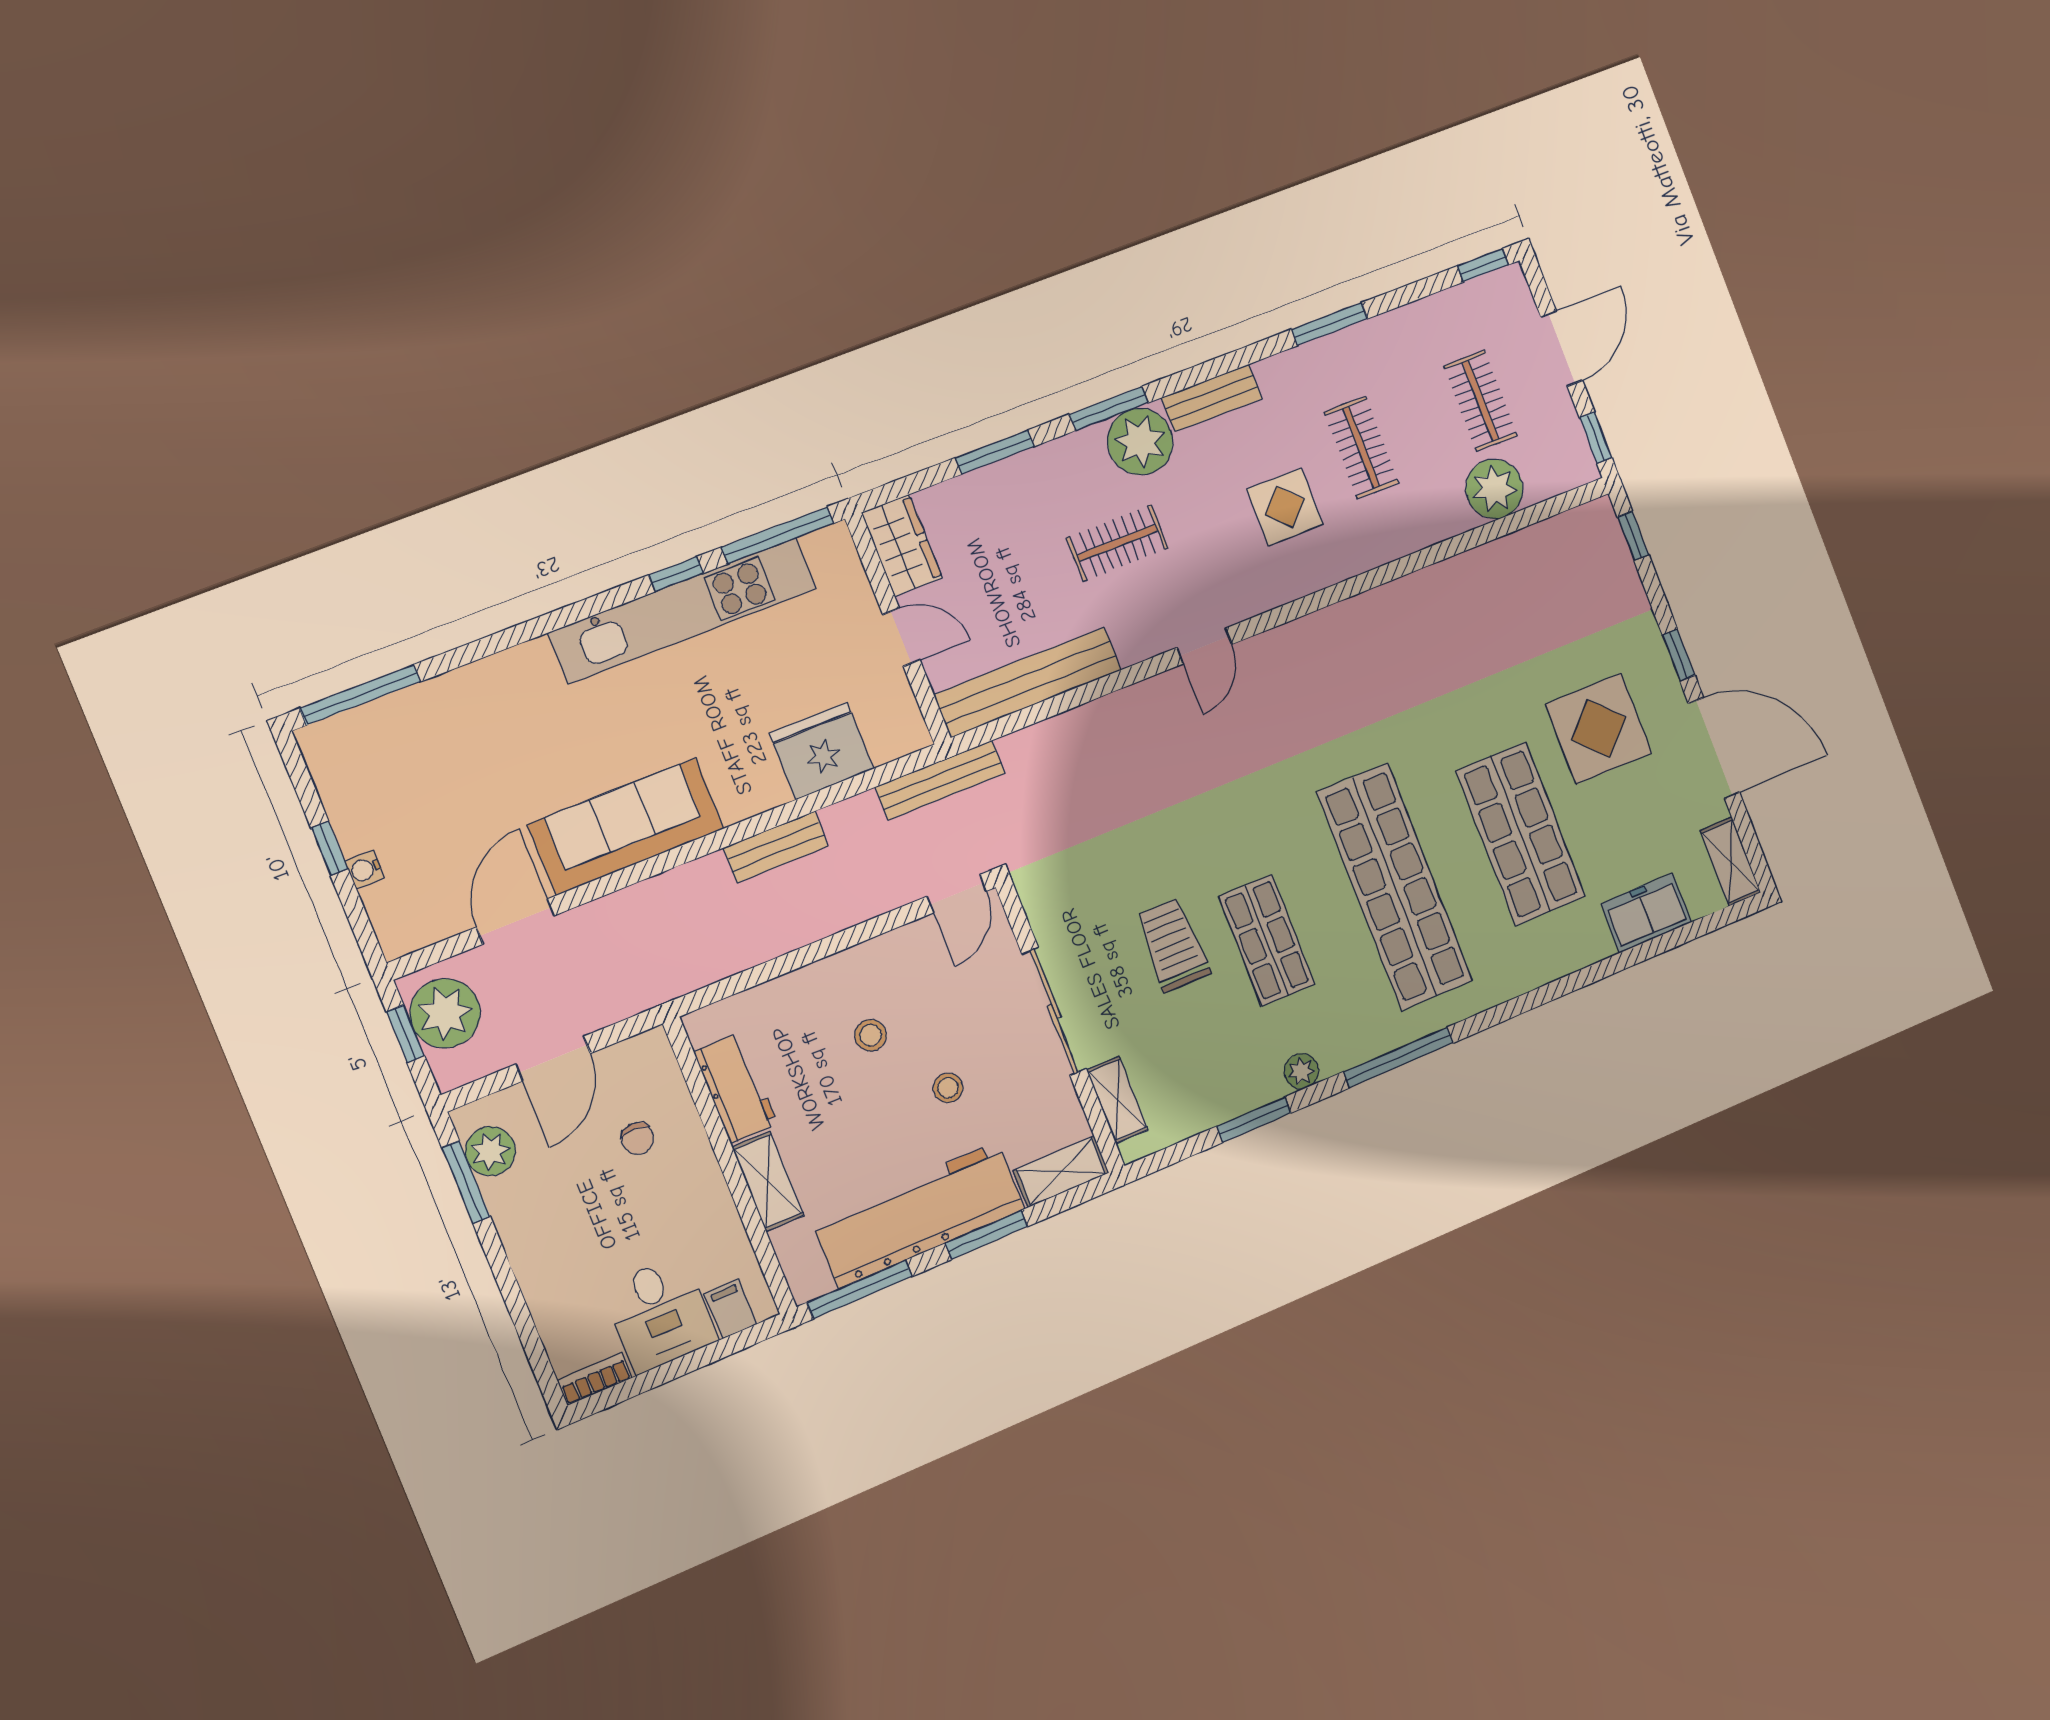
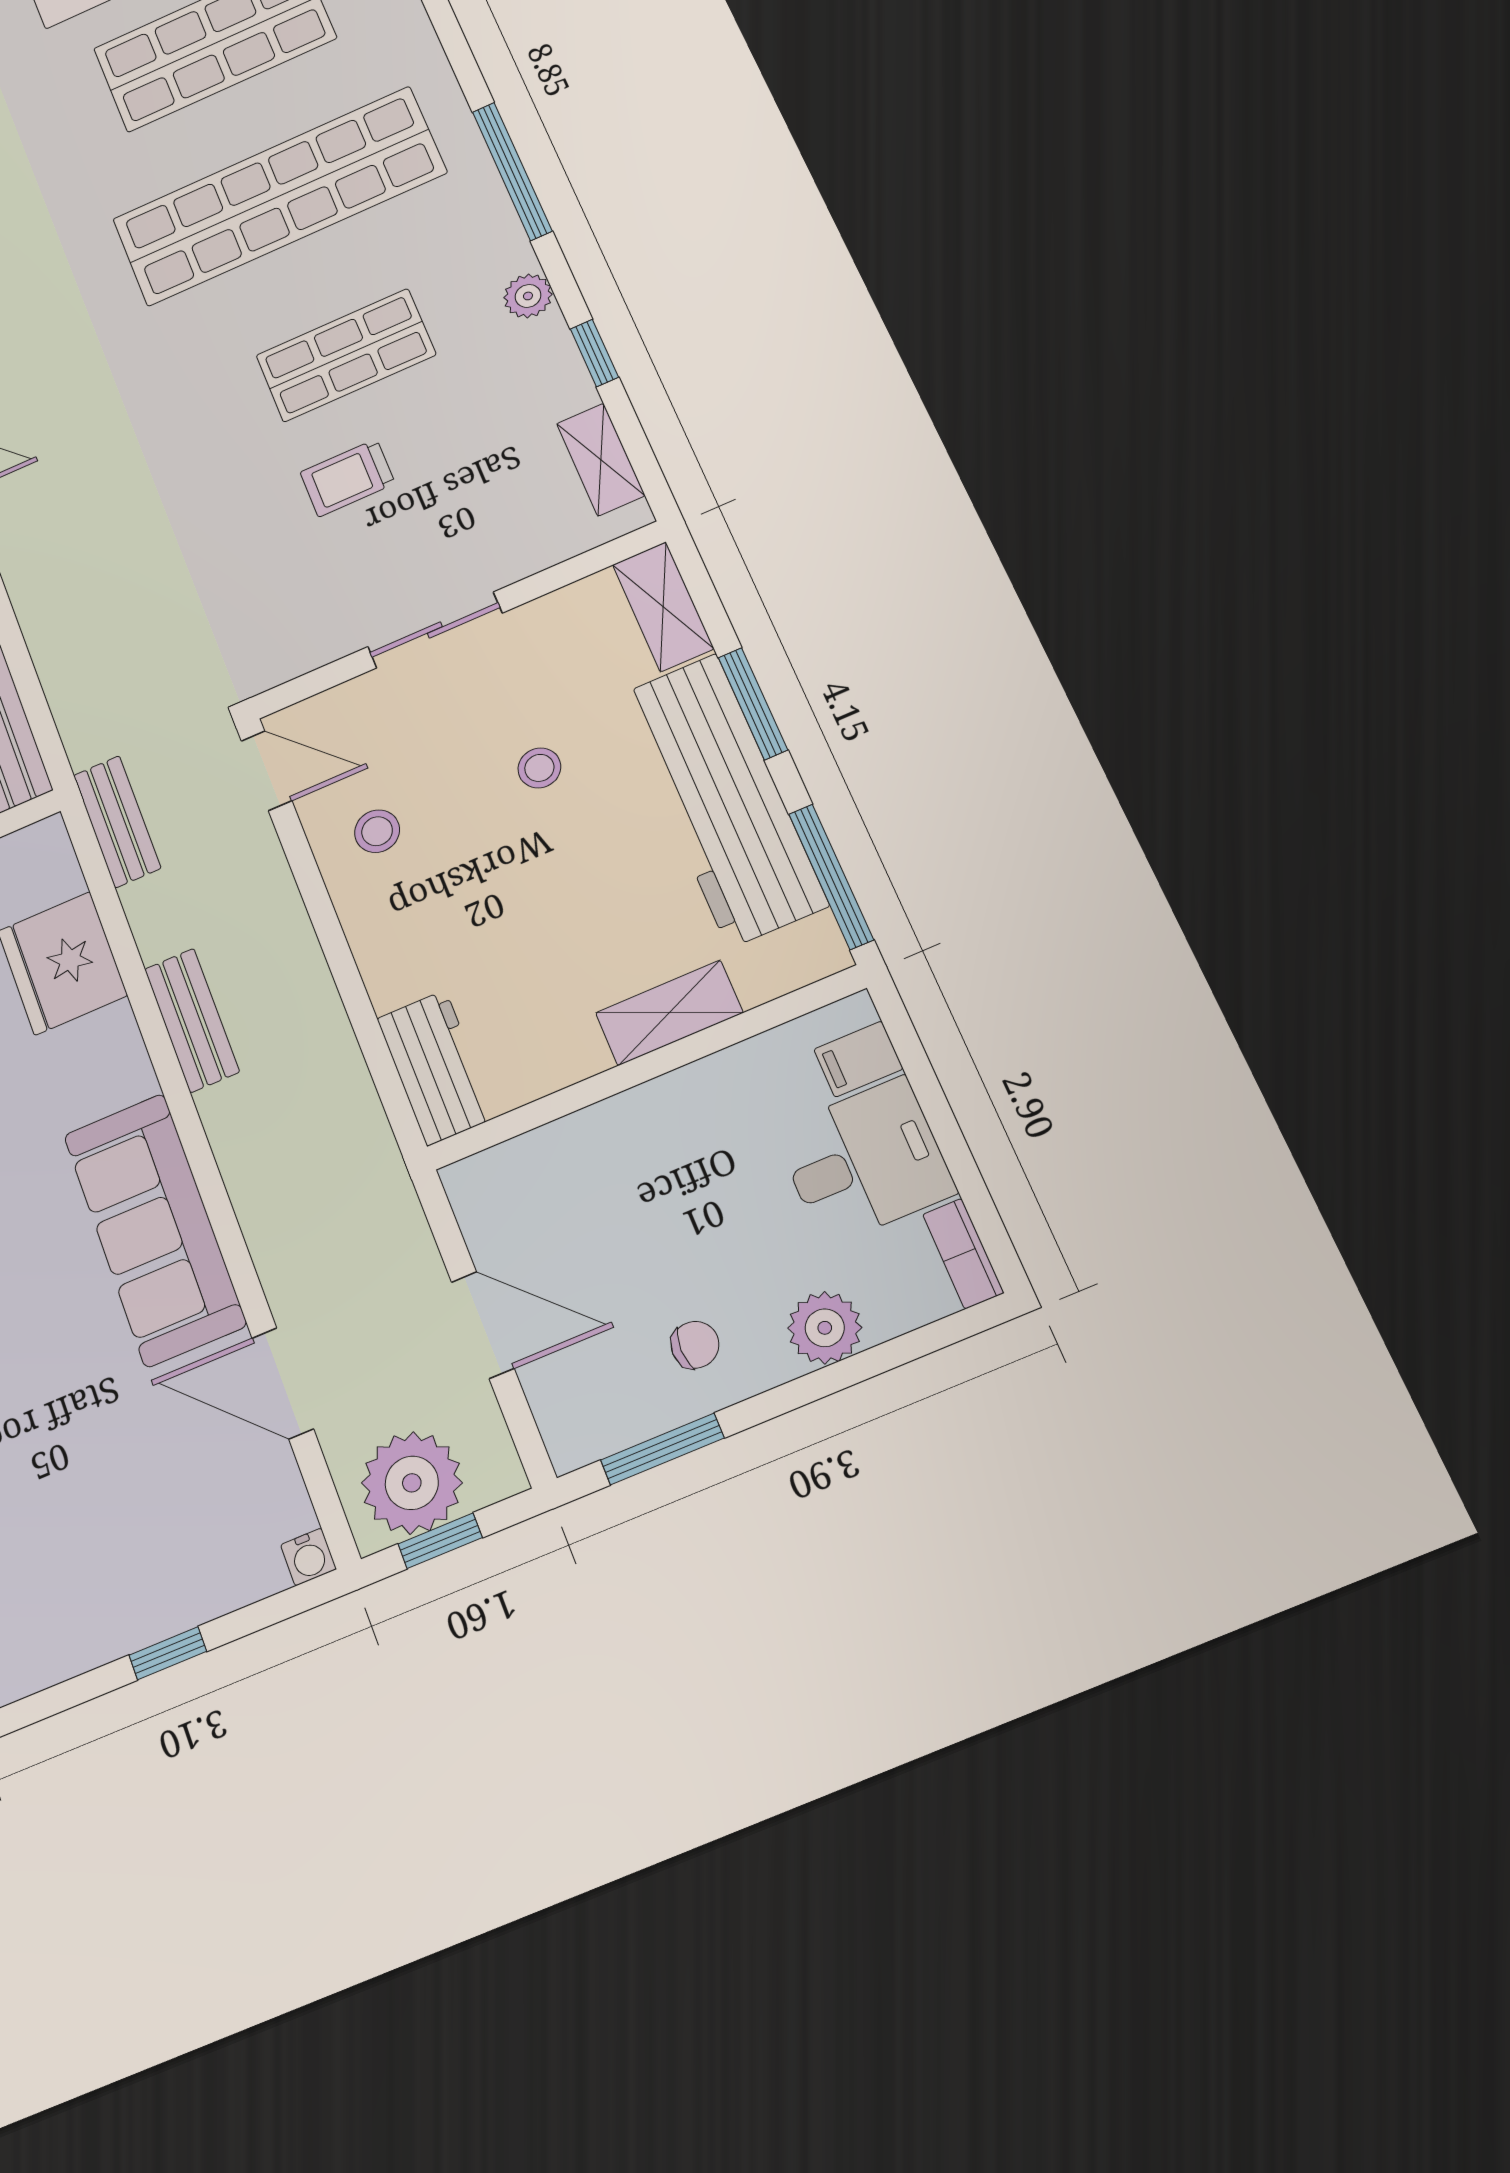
bench: (940, 780) -> (117, 822), width x0.73
water cooler: (365, 869) -> (308, 1557), moved
trolley: (1173, 945) -> (348, 478), width x0.73, depth x0.72
sliding door: (1054, 1011) -> (435, 630), width x0.73
stool: (871, 1035) -> (377, 831), moved
workbench: (736, 1088) -> (436, 1068), moved, turned 90
shelving: (1117, 1100) -> (601, 460), moved, turned 90
window: (1254, 1120) -> (594, 353), width x0.67
chair: (638, 1139) -> (695, 1345), moved
plant: (490, 1151) -> (825, 1328), moved

